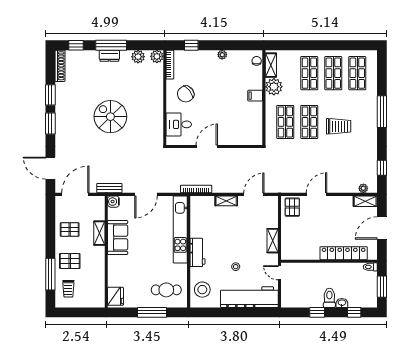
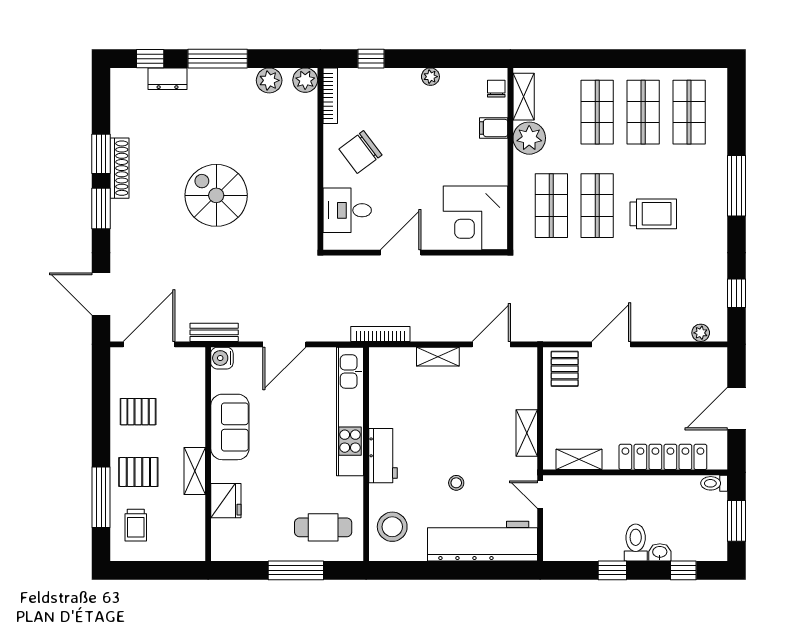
dresser: (109, 56) -> (168, 79), moved
shoe rack: (60, 66) -> (120, 168), moved
filing cabinet: (255, 96) -> (494, 128), moved
corner desk: (246, 128) -> (475, 218), added
shelving: (365, 201) -> (579, 459), moved
shelving: (99, 233) -> (195, 471), moved
fridge: (115, 296) -> (226, 501), moved

